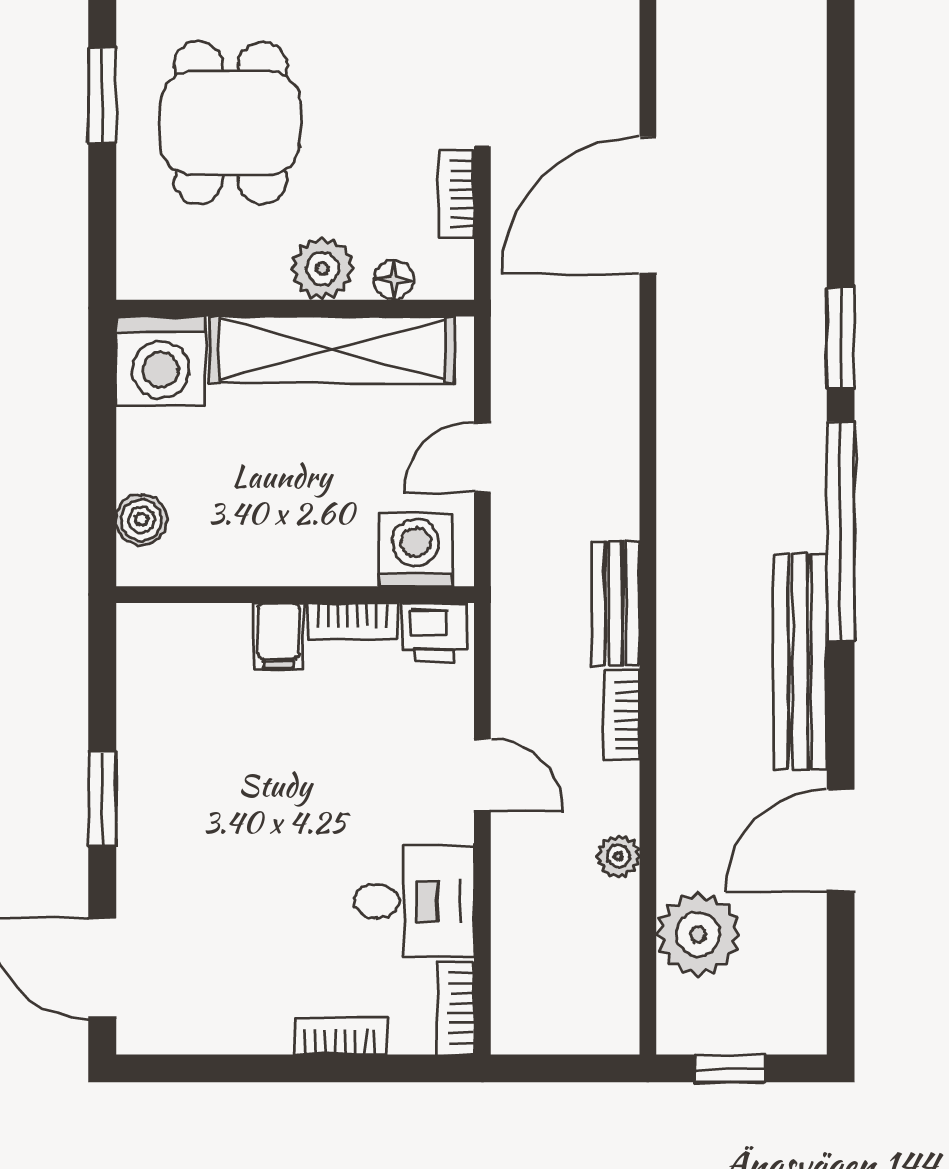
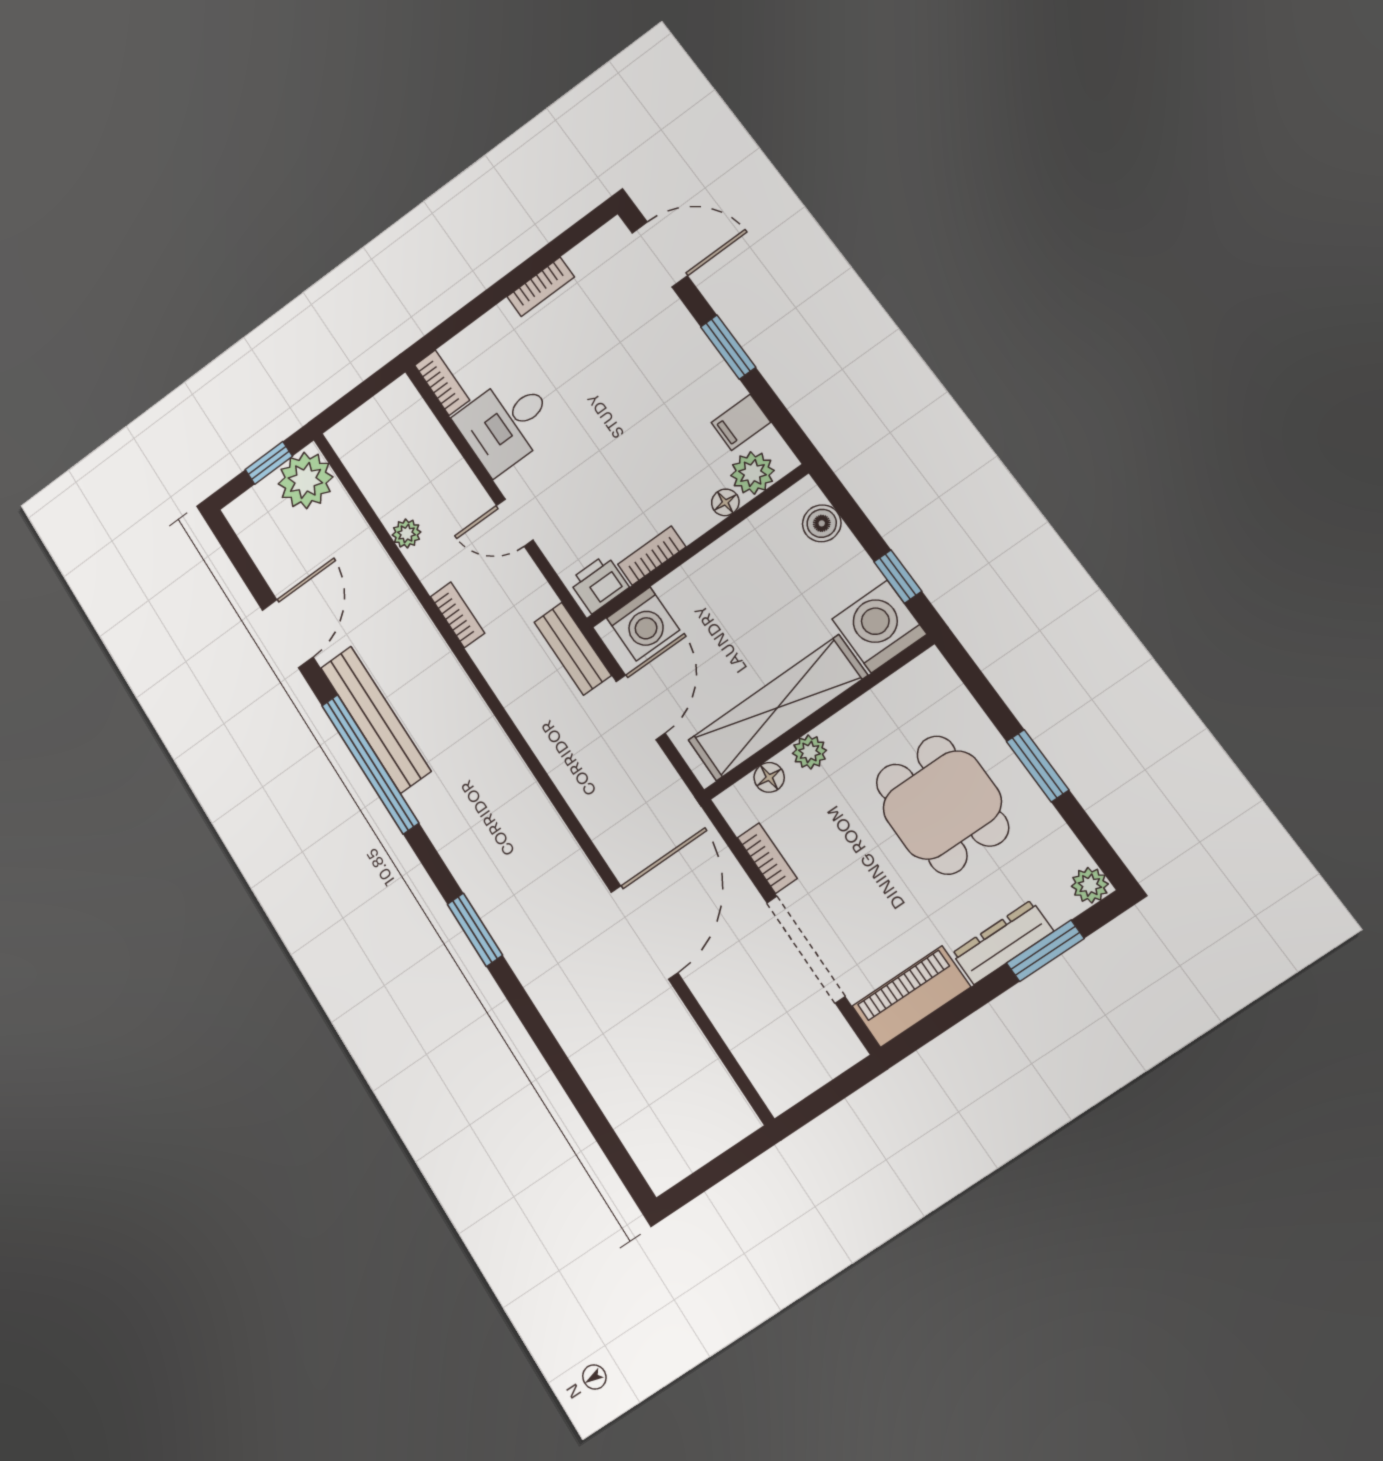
plant: (322, 269) -> (809, 752), width x0.73, depth x0.73
window: (102, 401) -> (898, 577), added
door: (482, 457) -> (641, 707), width x1.37
window: (841, 532) -> (370, 764), moved
bench: (616, 604) -> (573, 649), moved
floor lamp: (229, 621) -> (725, 502), added
plant: (176, 633) -> (752, 473), added
filing cabinet: (278, 636) -> (741, 422), moved, turned -90
plant: (698, 934) -> (305, 480), moved
bookcase: (340, 1036) -> (541, 287), moved

